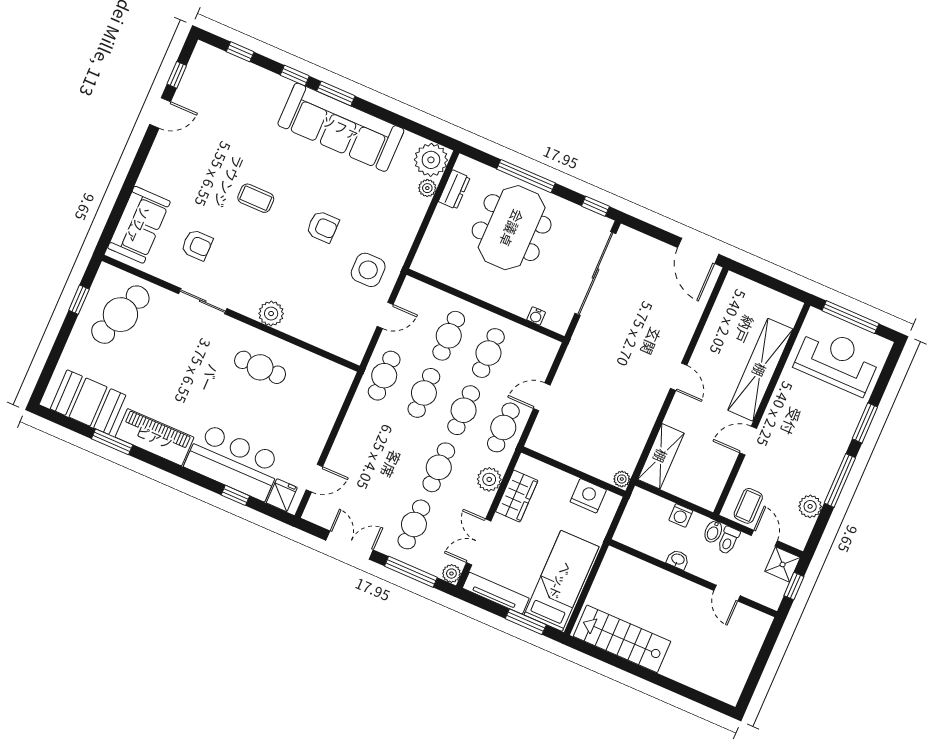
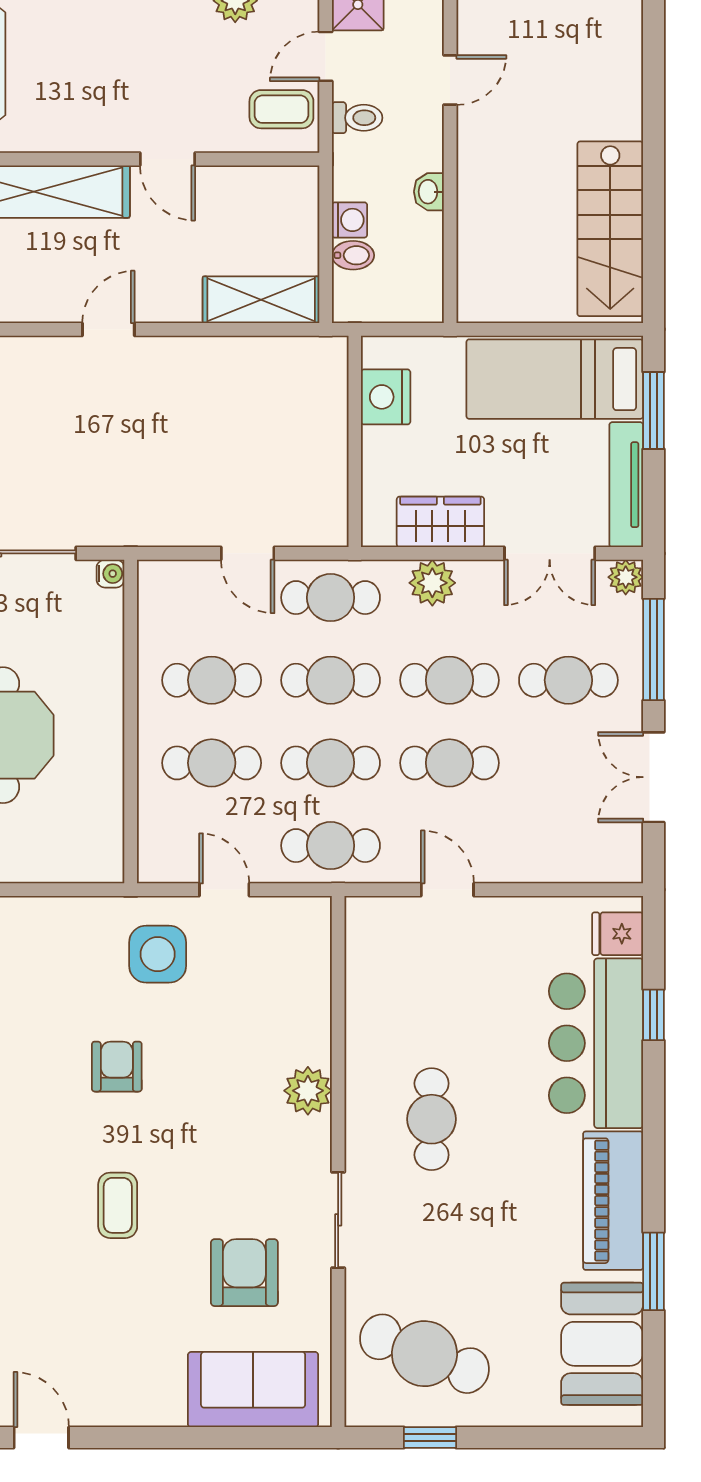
armchair: (197, 245) -> (244, 1273), width x1.38, depth x1.38
water cooler: (536, 316) -> (110, 574), moved
cafe table: (260, 367) -> (432, 1119), moved
cafe table: (399, 450) -> (449, 763), added
door: (314, 478) -> (447, 890), moved
plant: (622, 479) -> (331, 351), removed
bidet: (713, 532) -> (353, 255), moved

